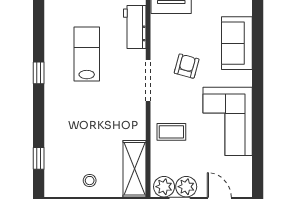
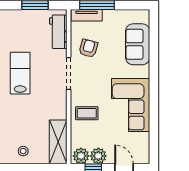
lab bench: (87, 54) -> (20, 73), moved
armchair: (187, 66) -> (88, 48), moved

